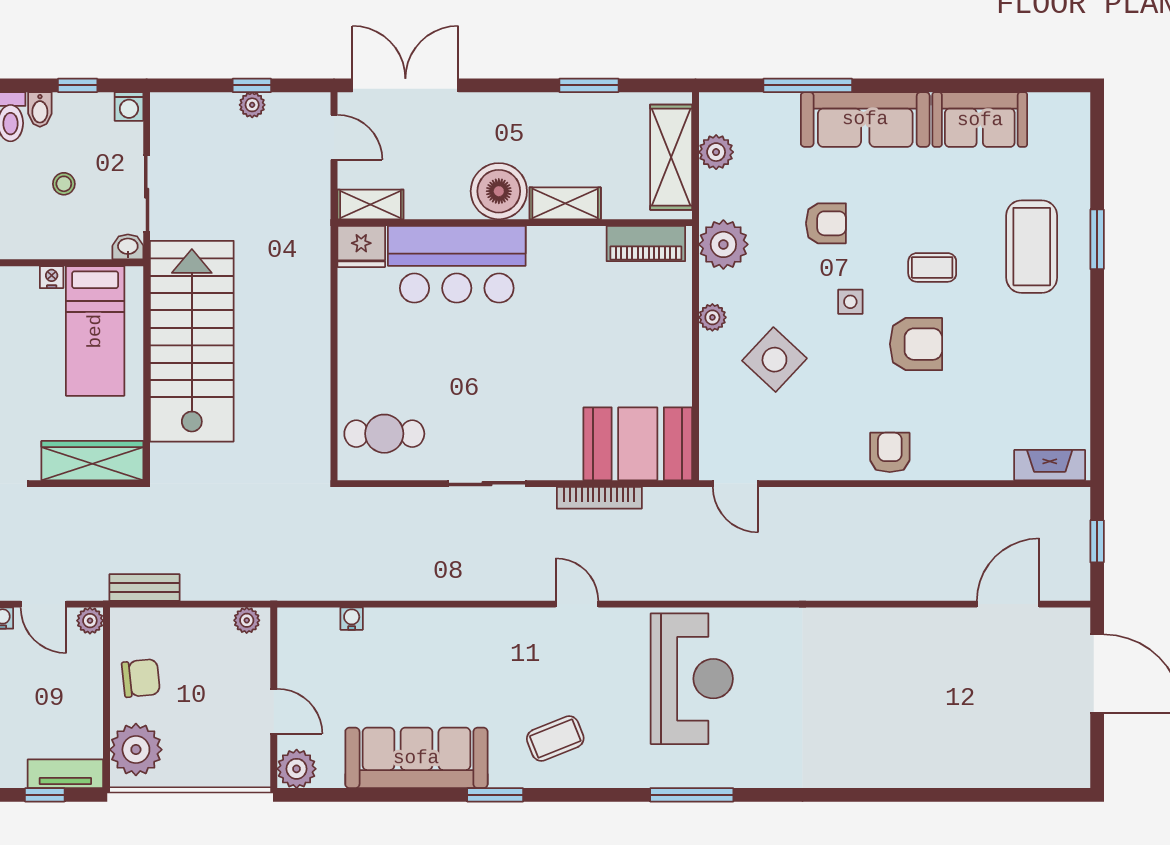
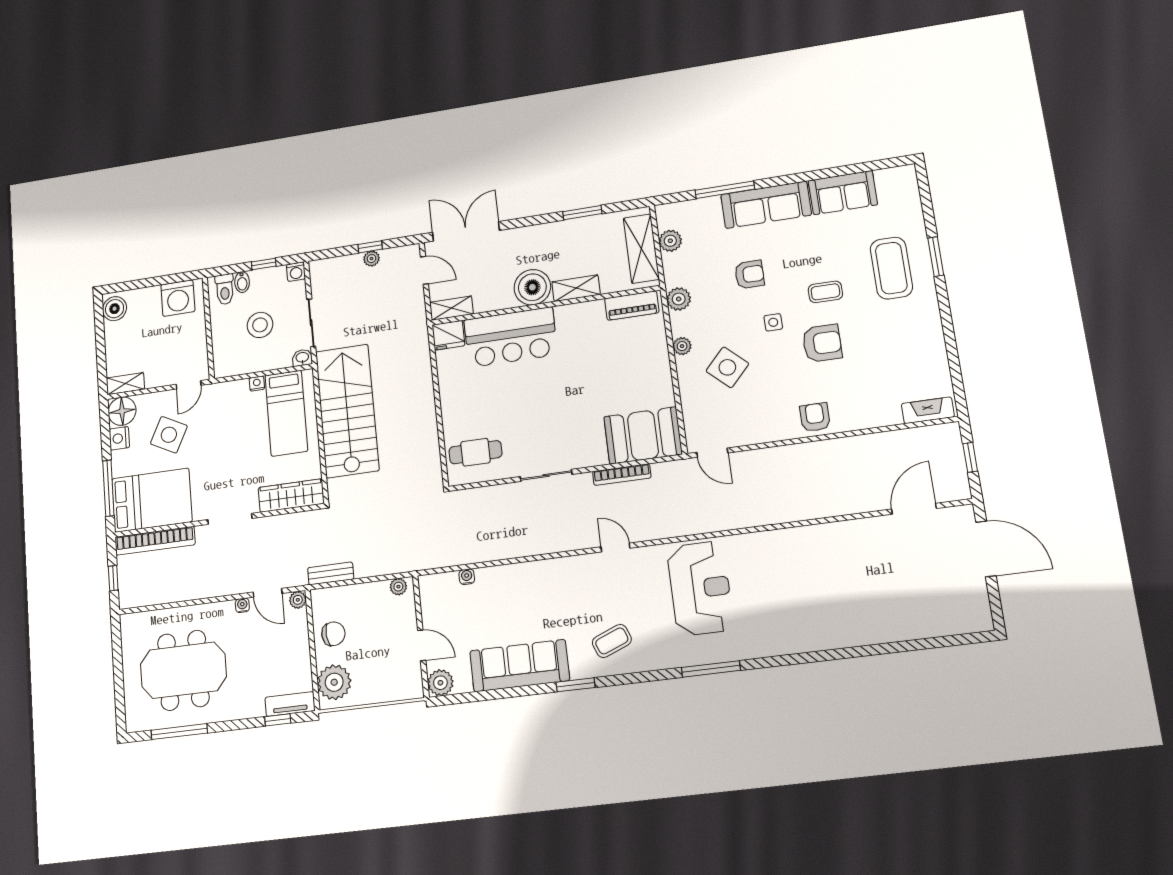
stool: (64, 184) -> (260, 325), width x1.89, depth x1.89
plant: (723, 244) -> (679, 299), width x0.73, depth x0.73

